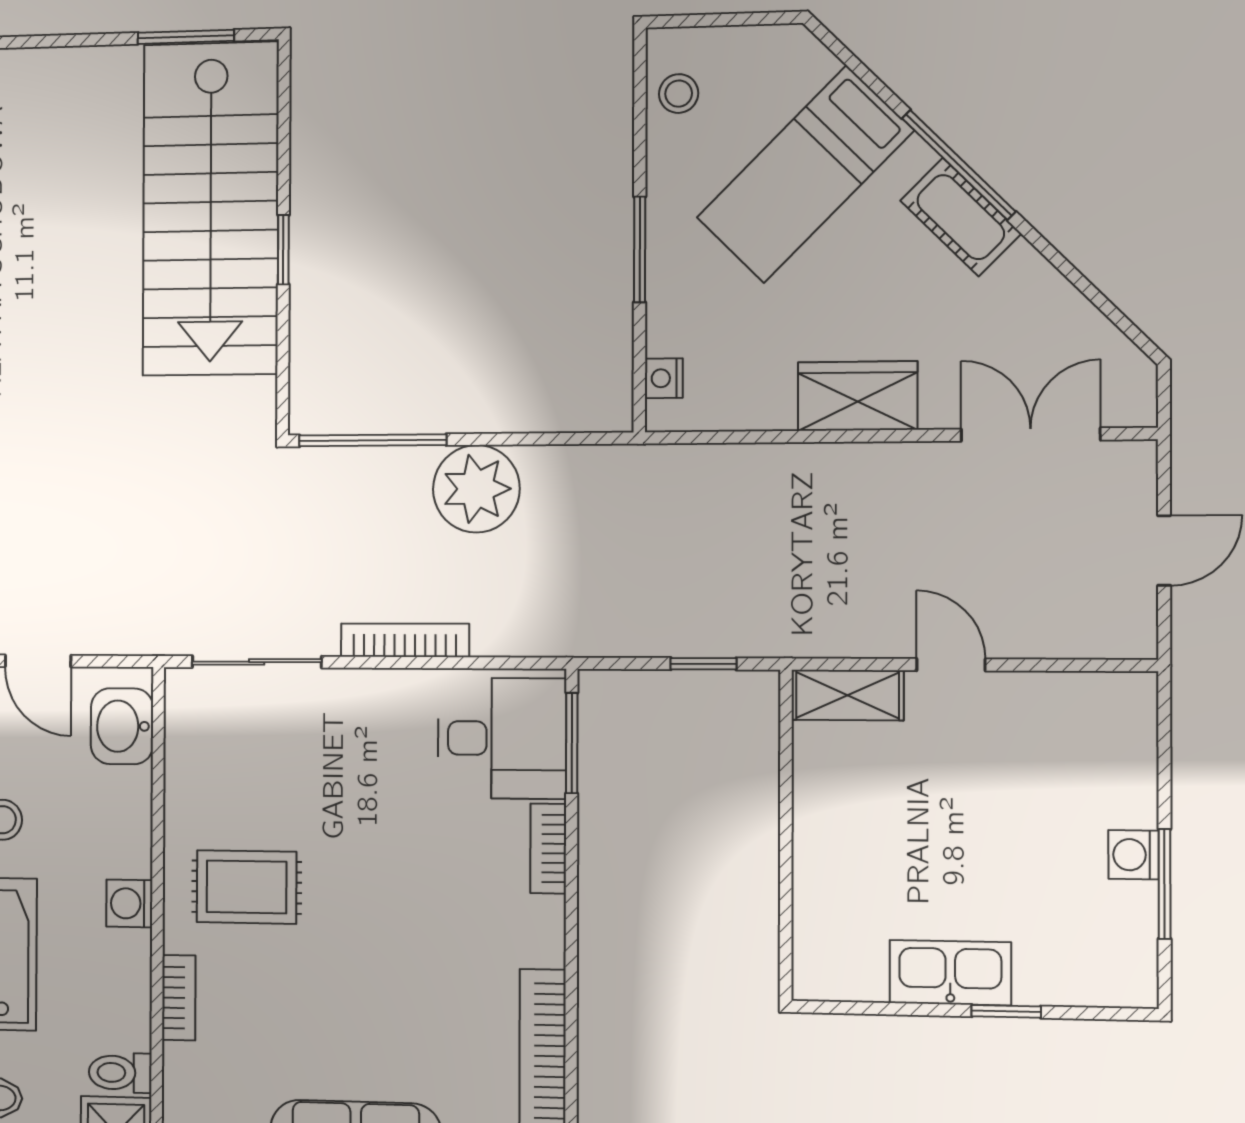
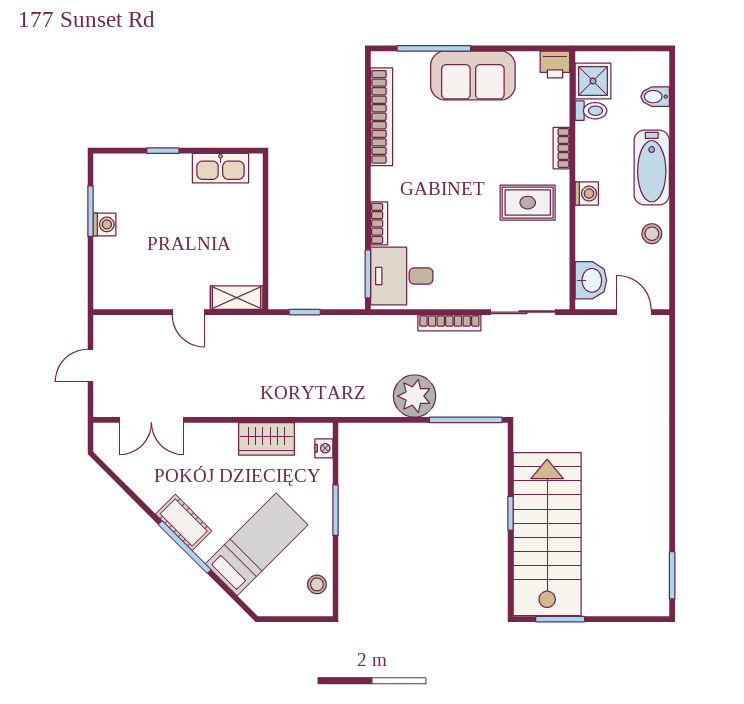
wardrobe: (858, 396) -> (267, 439), moved
kitchen sink: (950, 973) -> (220, 168), moved

